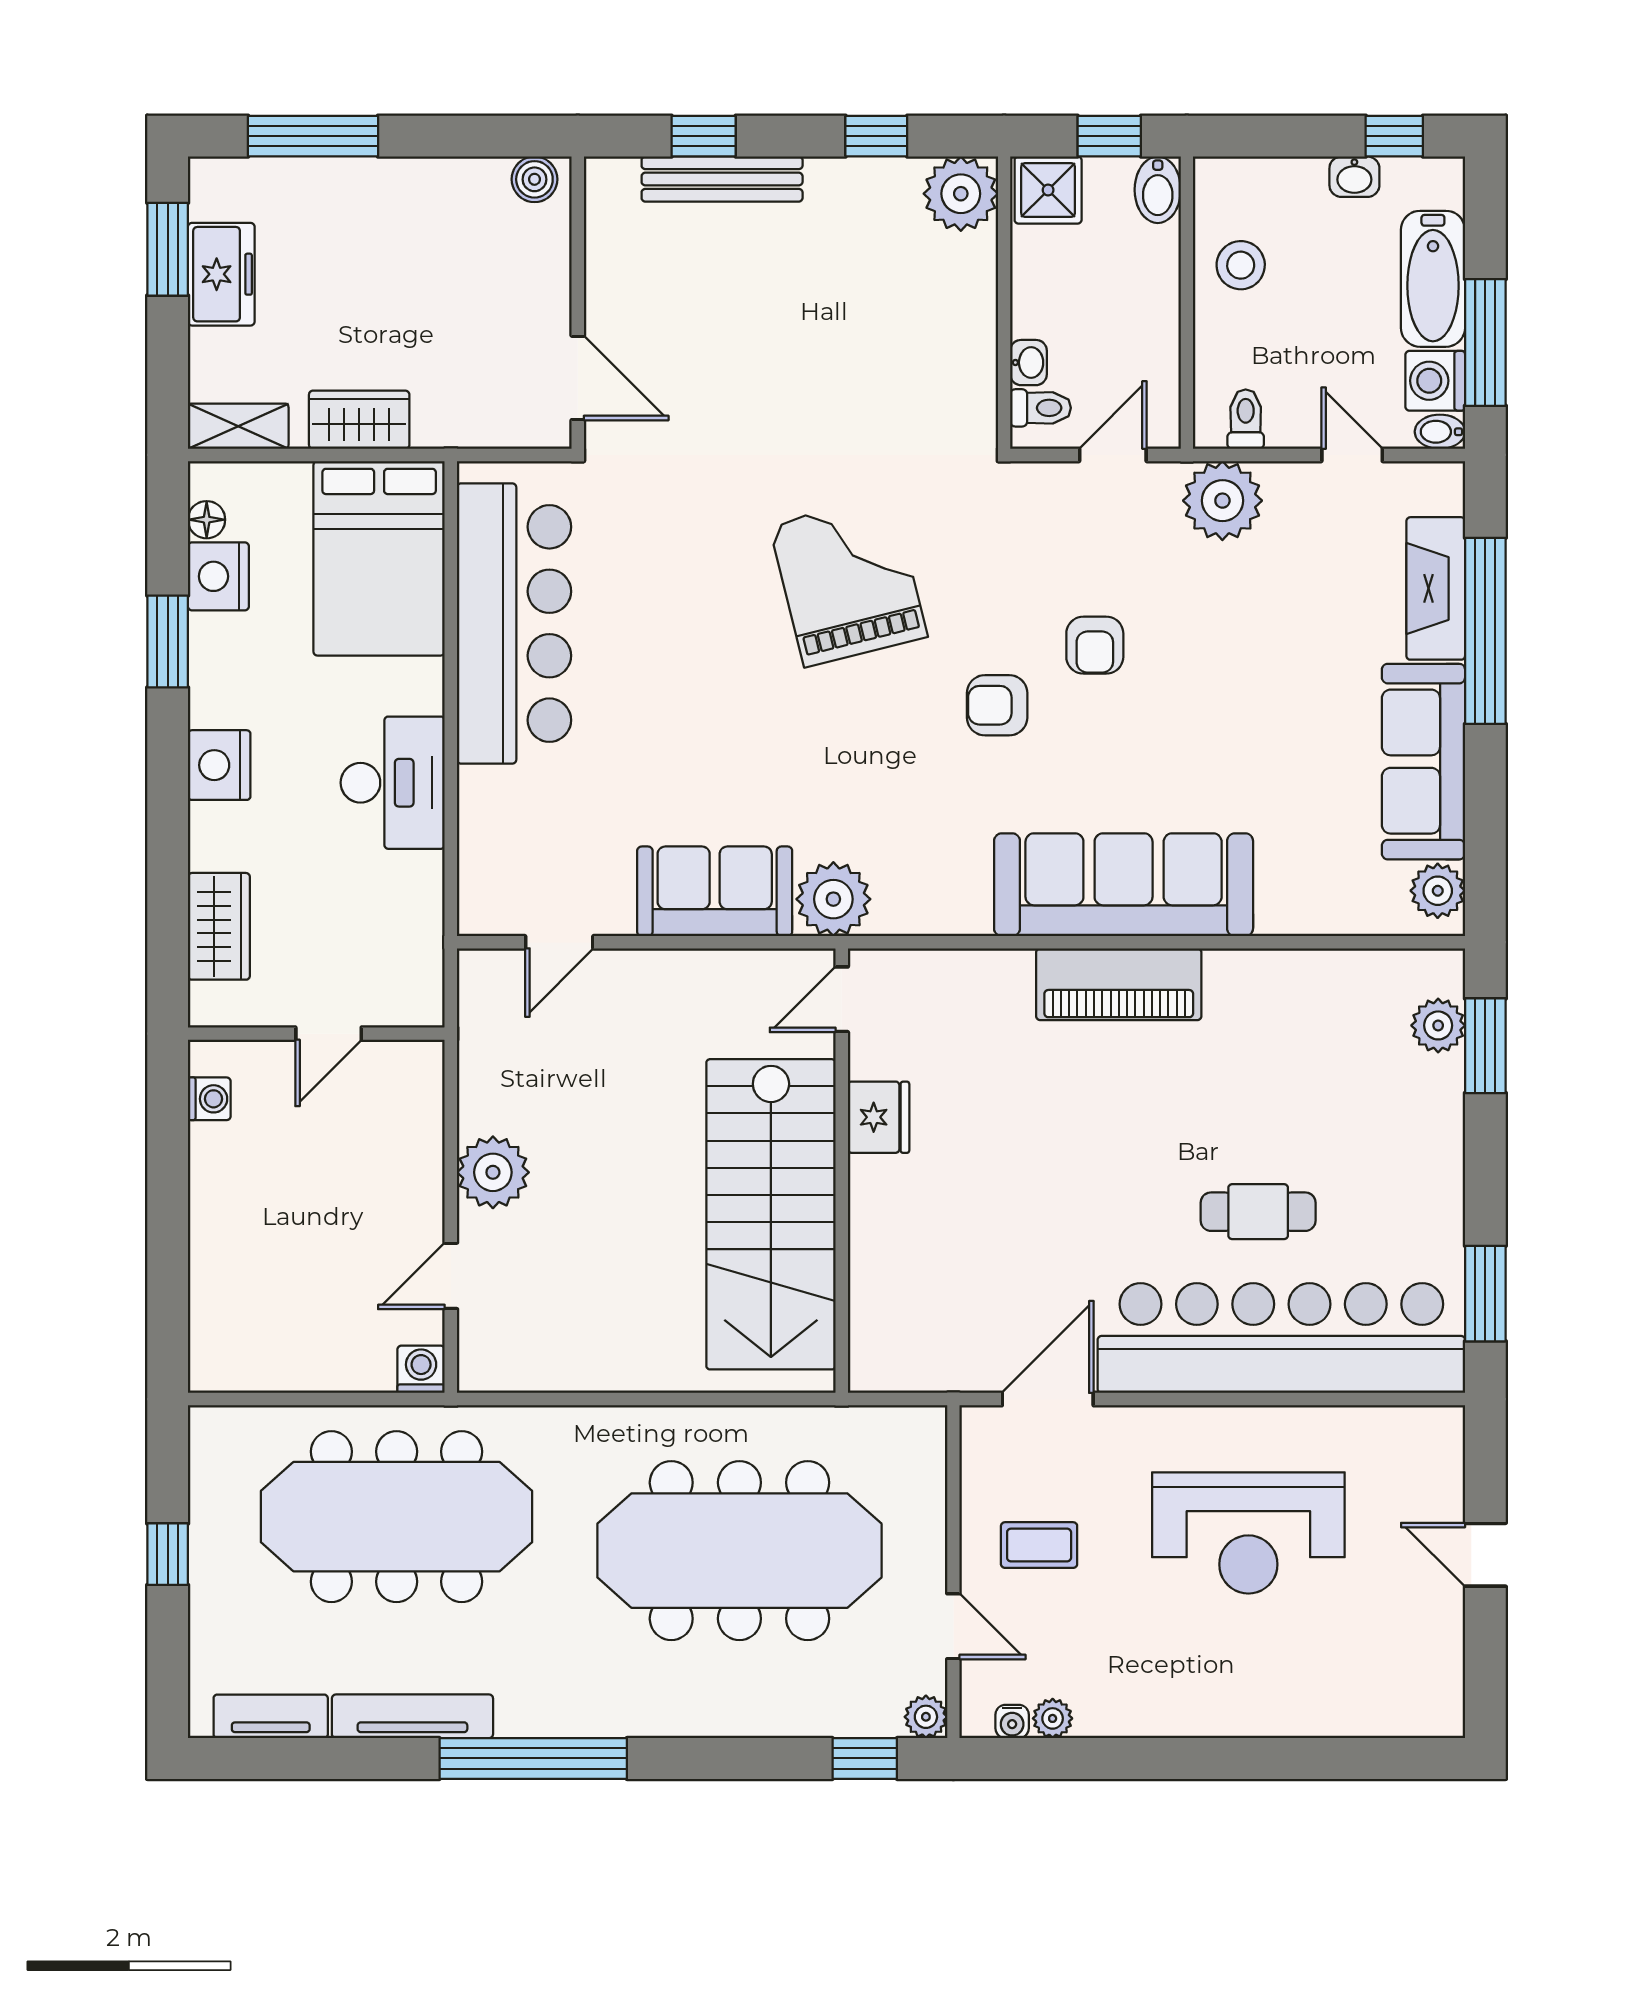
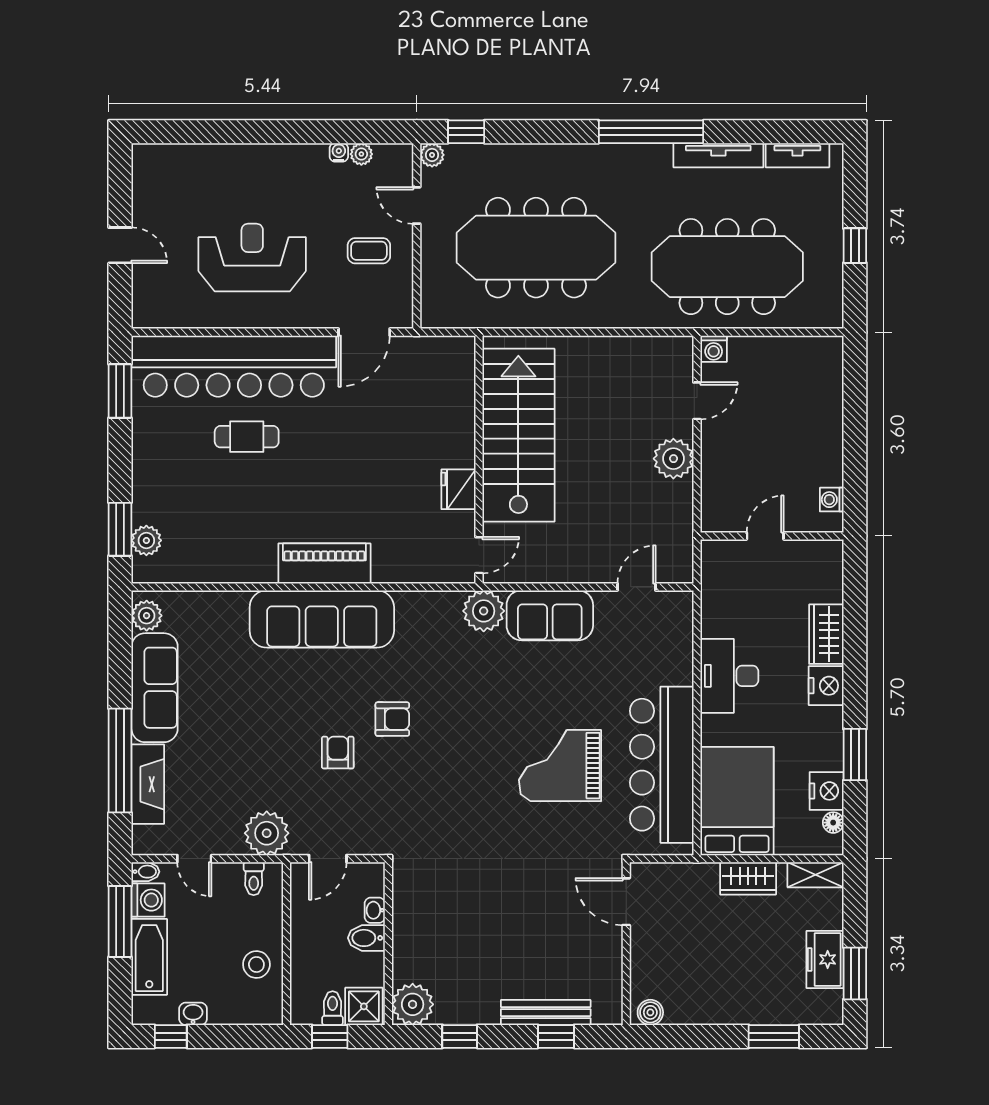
window: (313, 136) -> (774, 1036), width x0.69
bidet: (1158, 190) -> (366, 938), moved, turned -90
toilet: (1041, 408) -> (333, 1008), moved, turned 90
grand piano: (848, 581) -> (560, 766), moved, turned 104
wardrobe: (219, 926) -> (826, 634), moved
water cooler: (1012, 1721) -> (339, 152), moved

